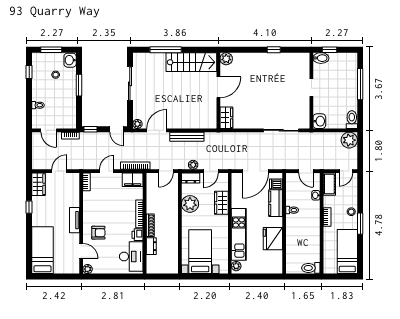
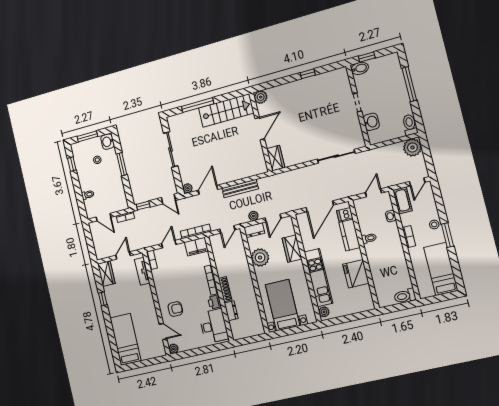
washbasin: (319, 121) -> (371, 122), moved
door: (306, 171) -> (373, 193), swing flipped
tv unit: (75, 220) -> (142, 271), moved

